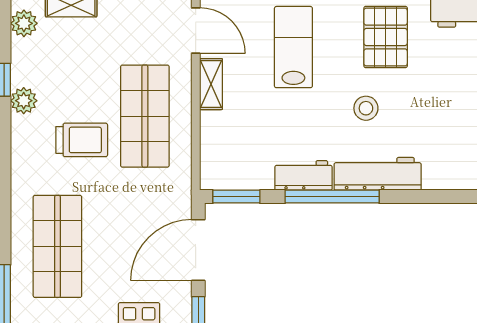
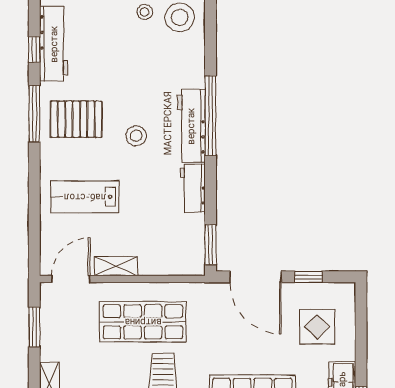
window: (332, 197) -> (211, 116), moved

